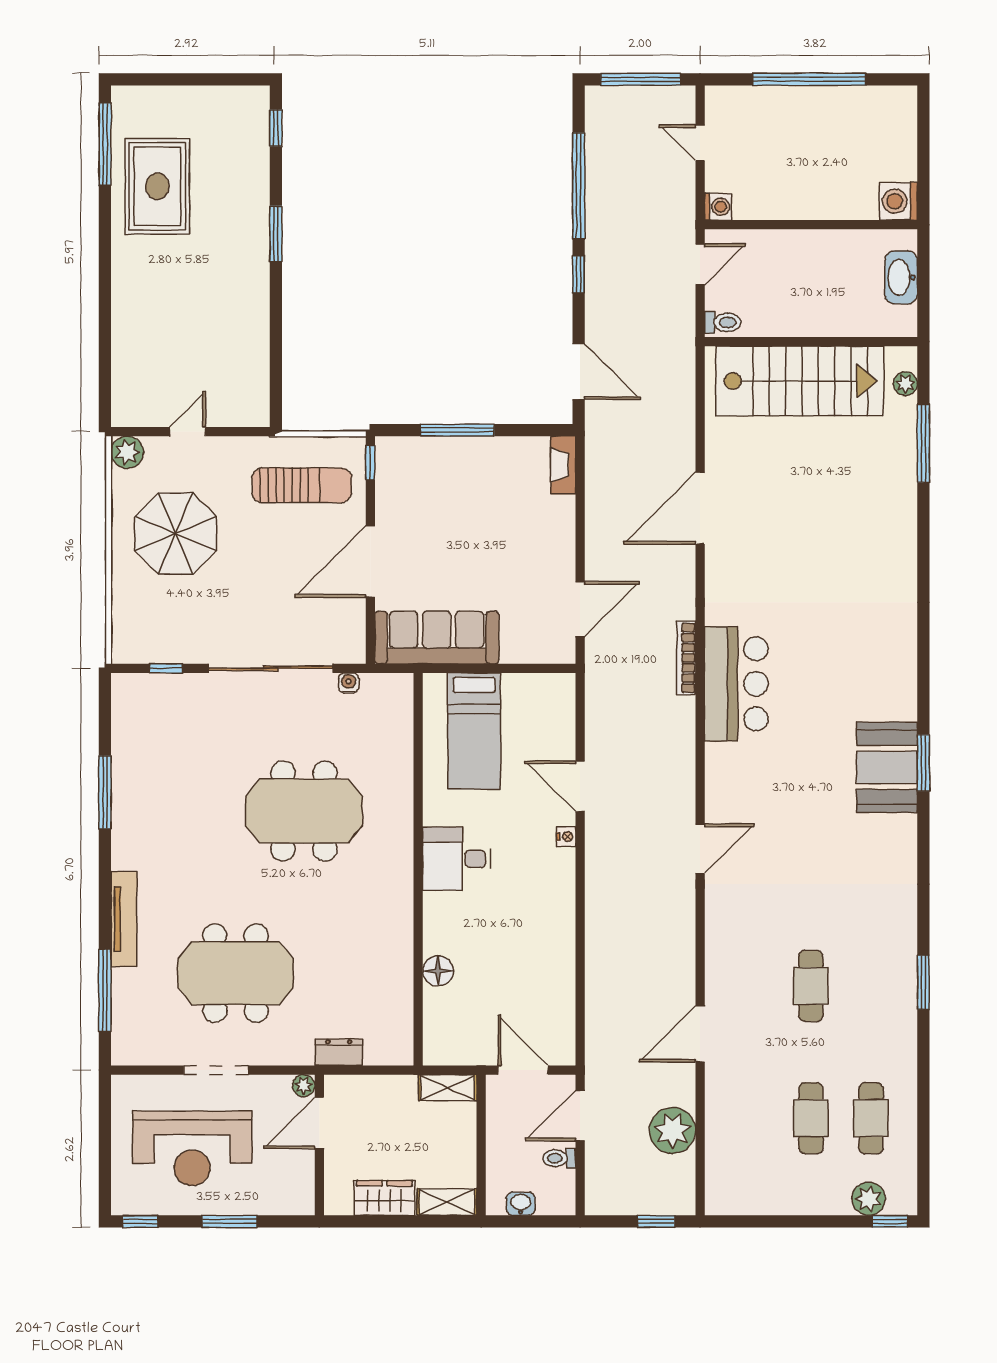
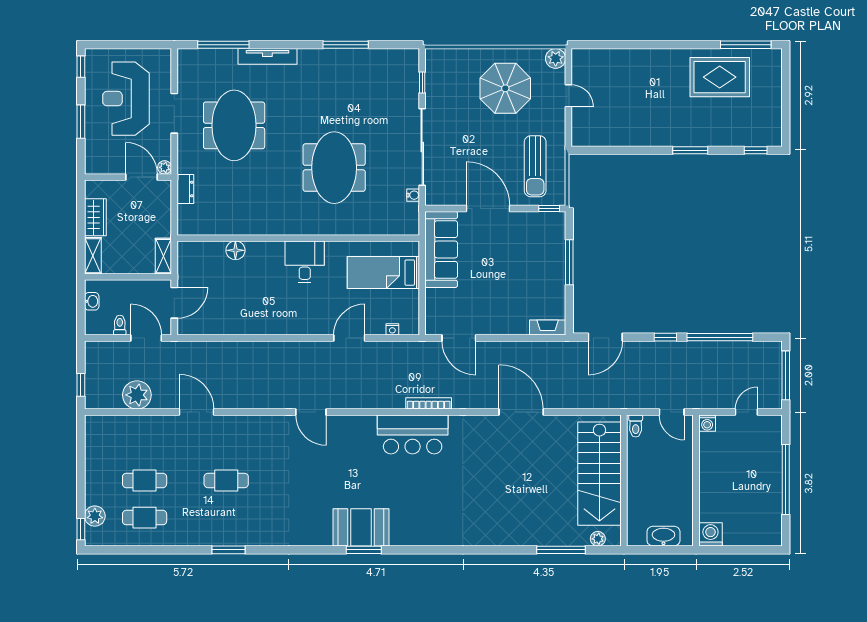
nightstand: (566, 837) -> (392, 329), moved

